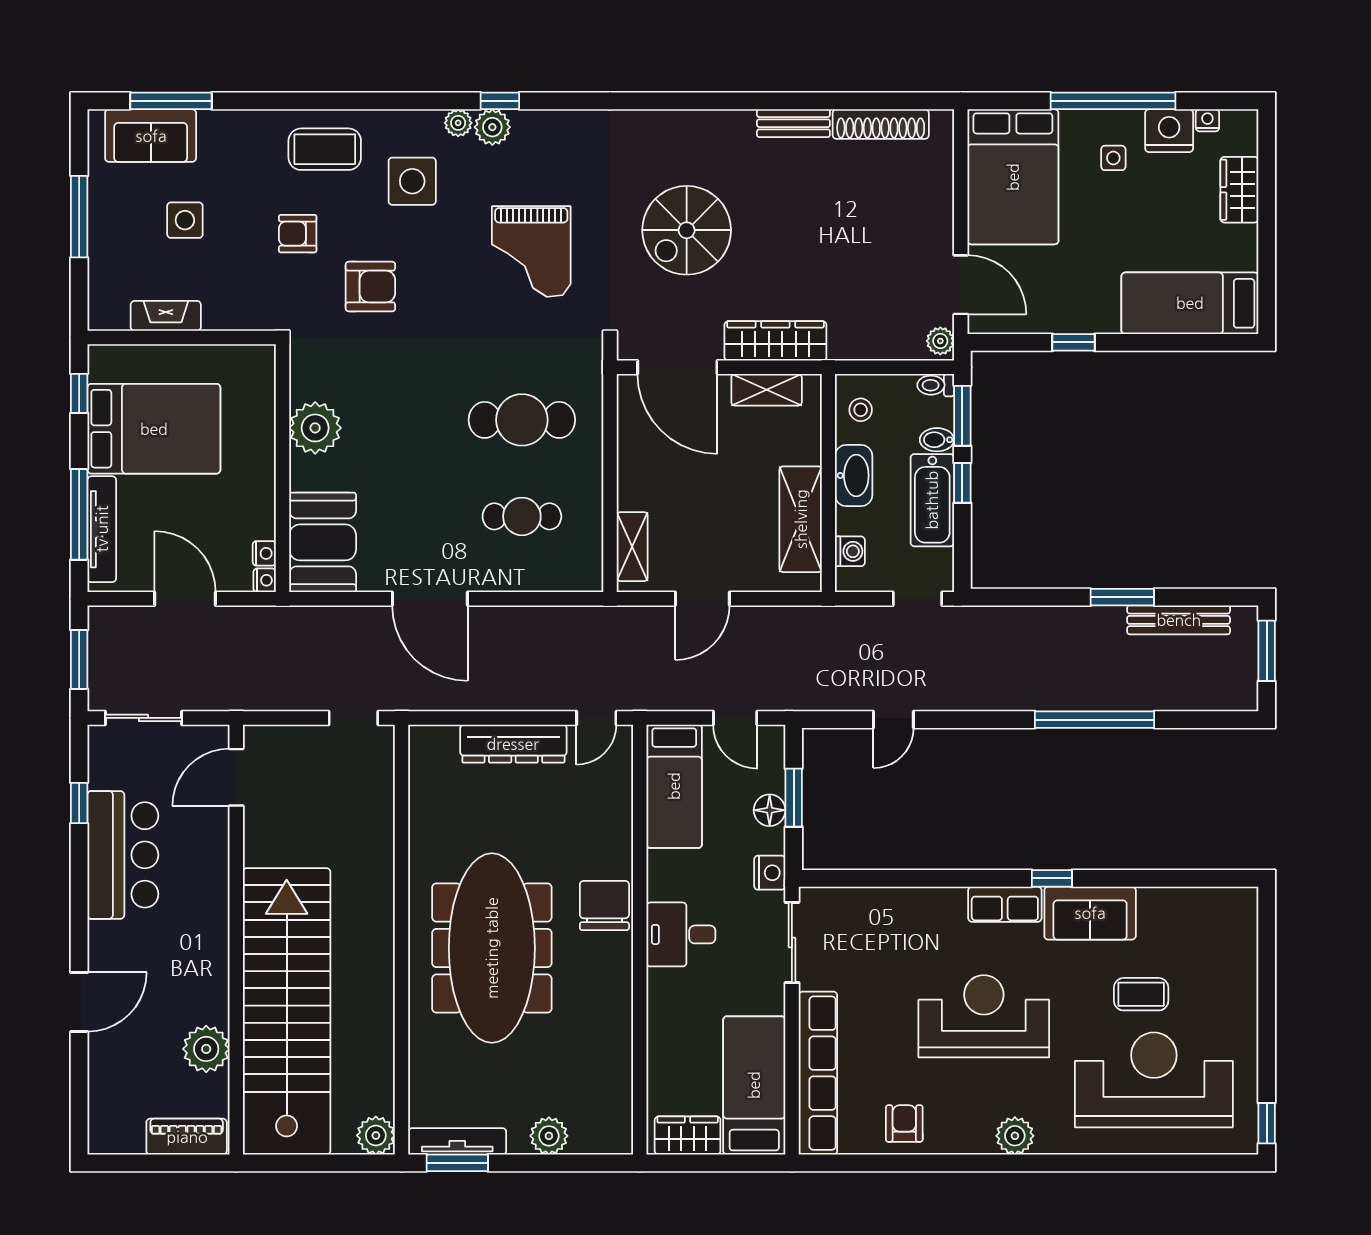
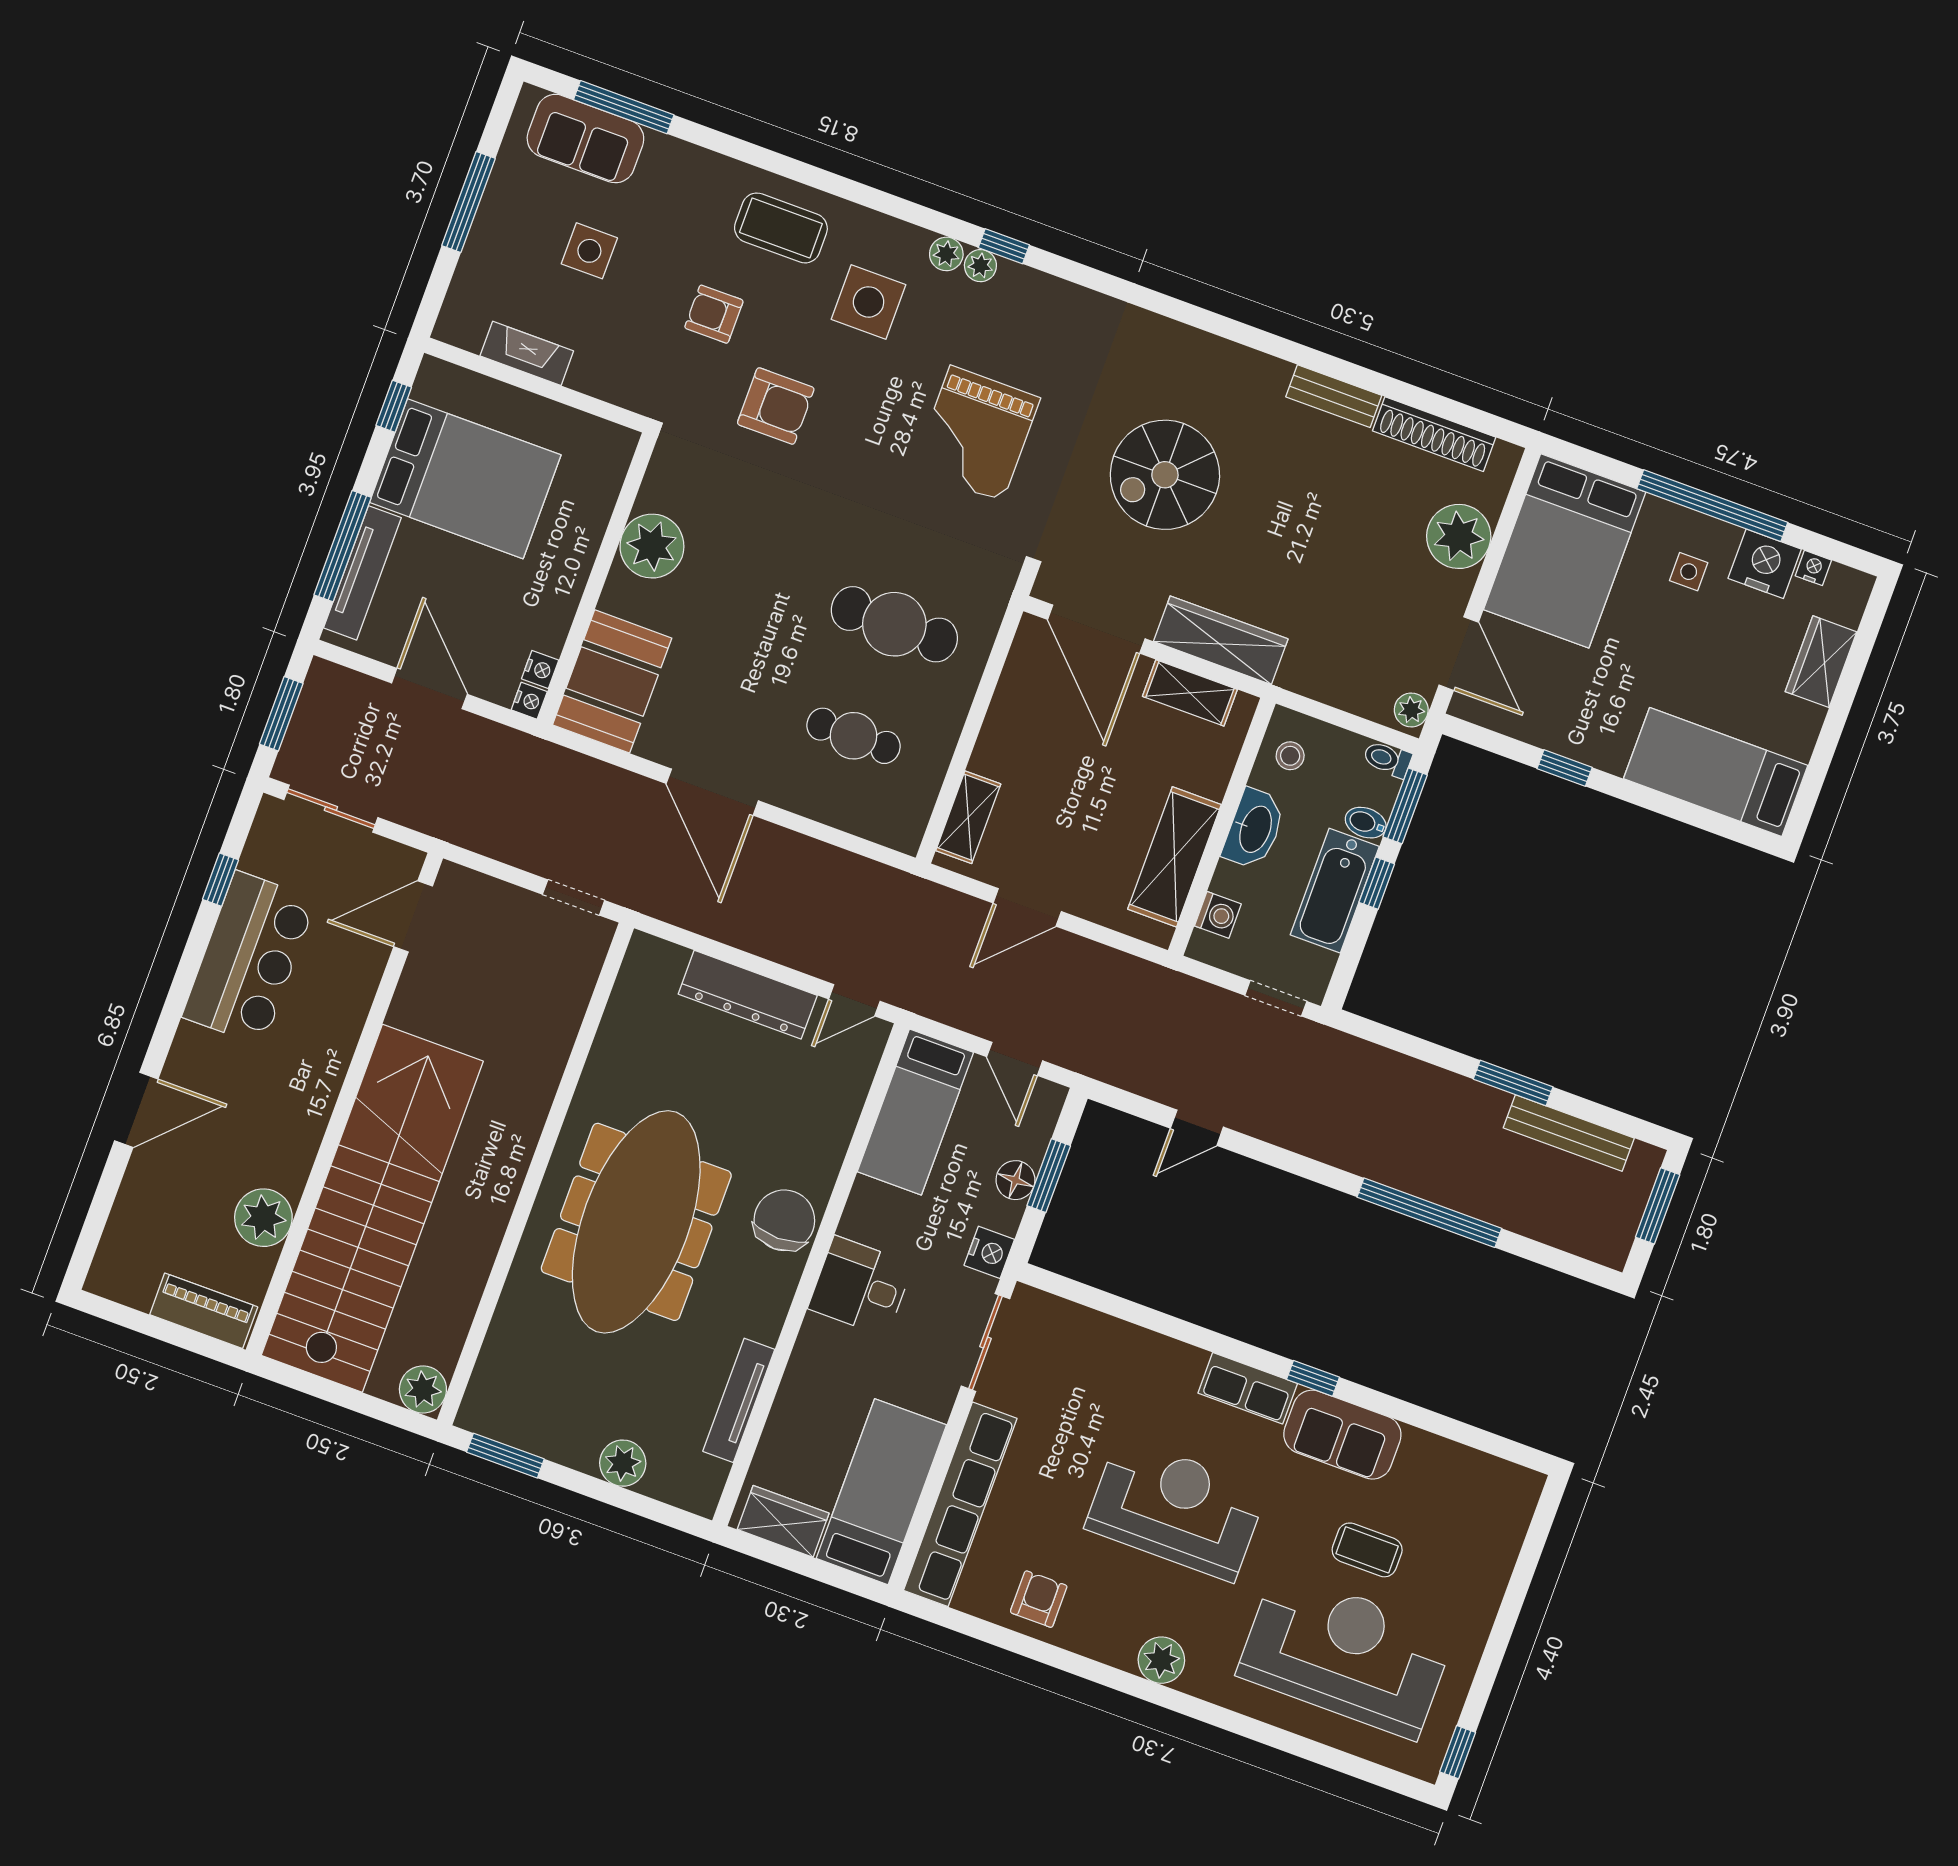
plant: (492, 127) -> (980, 266), width x0.73, depth x0.73
plant: (928, 195) -> (1459, 536), added
tv unit: (457, 1141) -> (739, 1400), moved, turned -90

